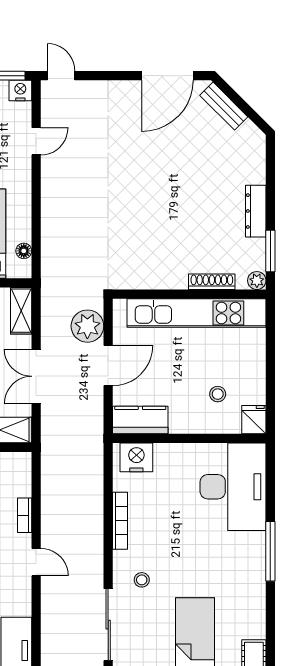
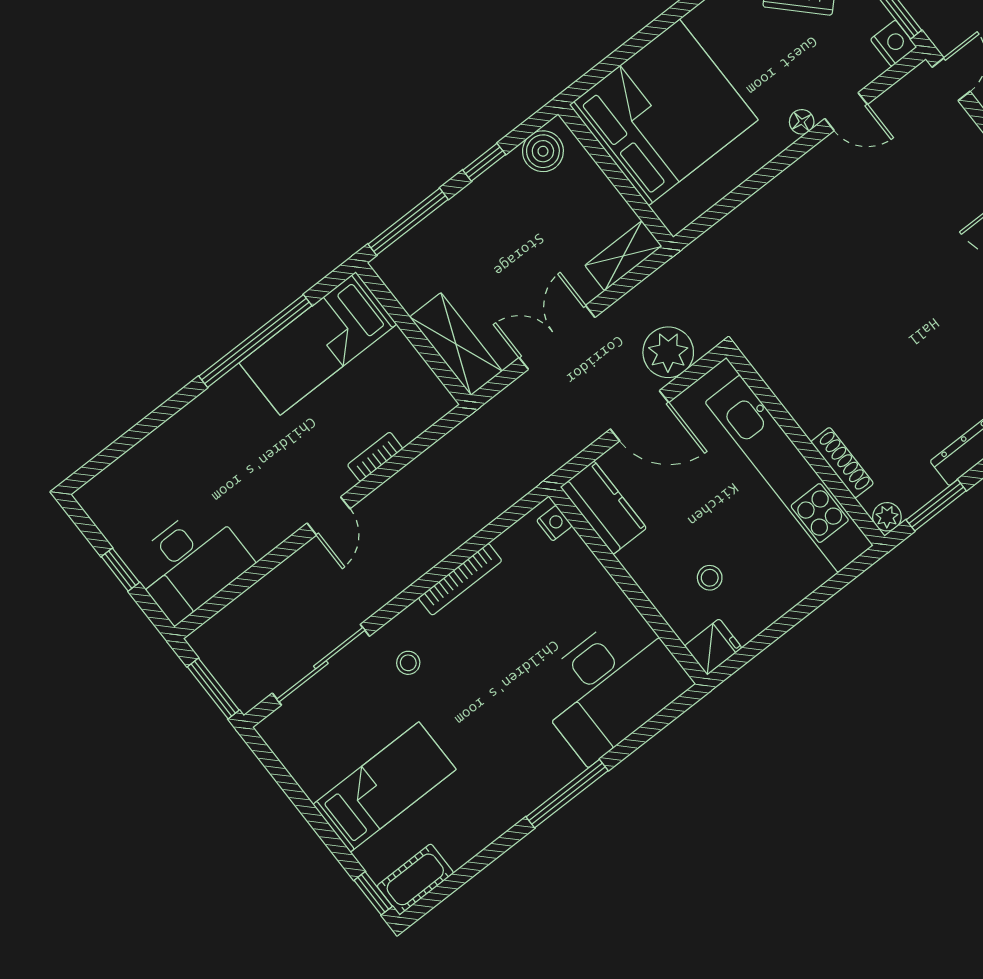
floor lamp: (24, 251) -> (802, 122), moved
nightstand: (136, 457) -> (554, 523), width x0.53, depth x0.56

